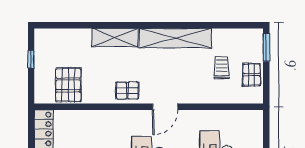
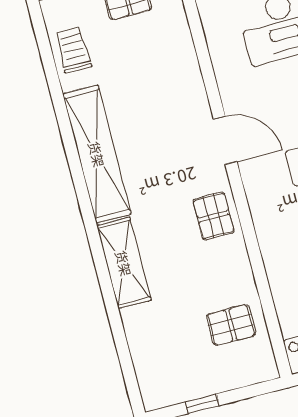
trolley: (222, 68) -> (73, 50), moved, turned 90
pallet: (68, 85) -> (231, 325), width x0.67, depth x0.71

